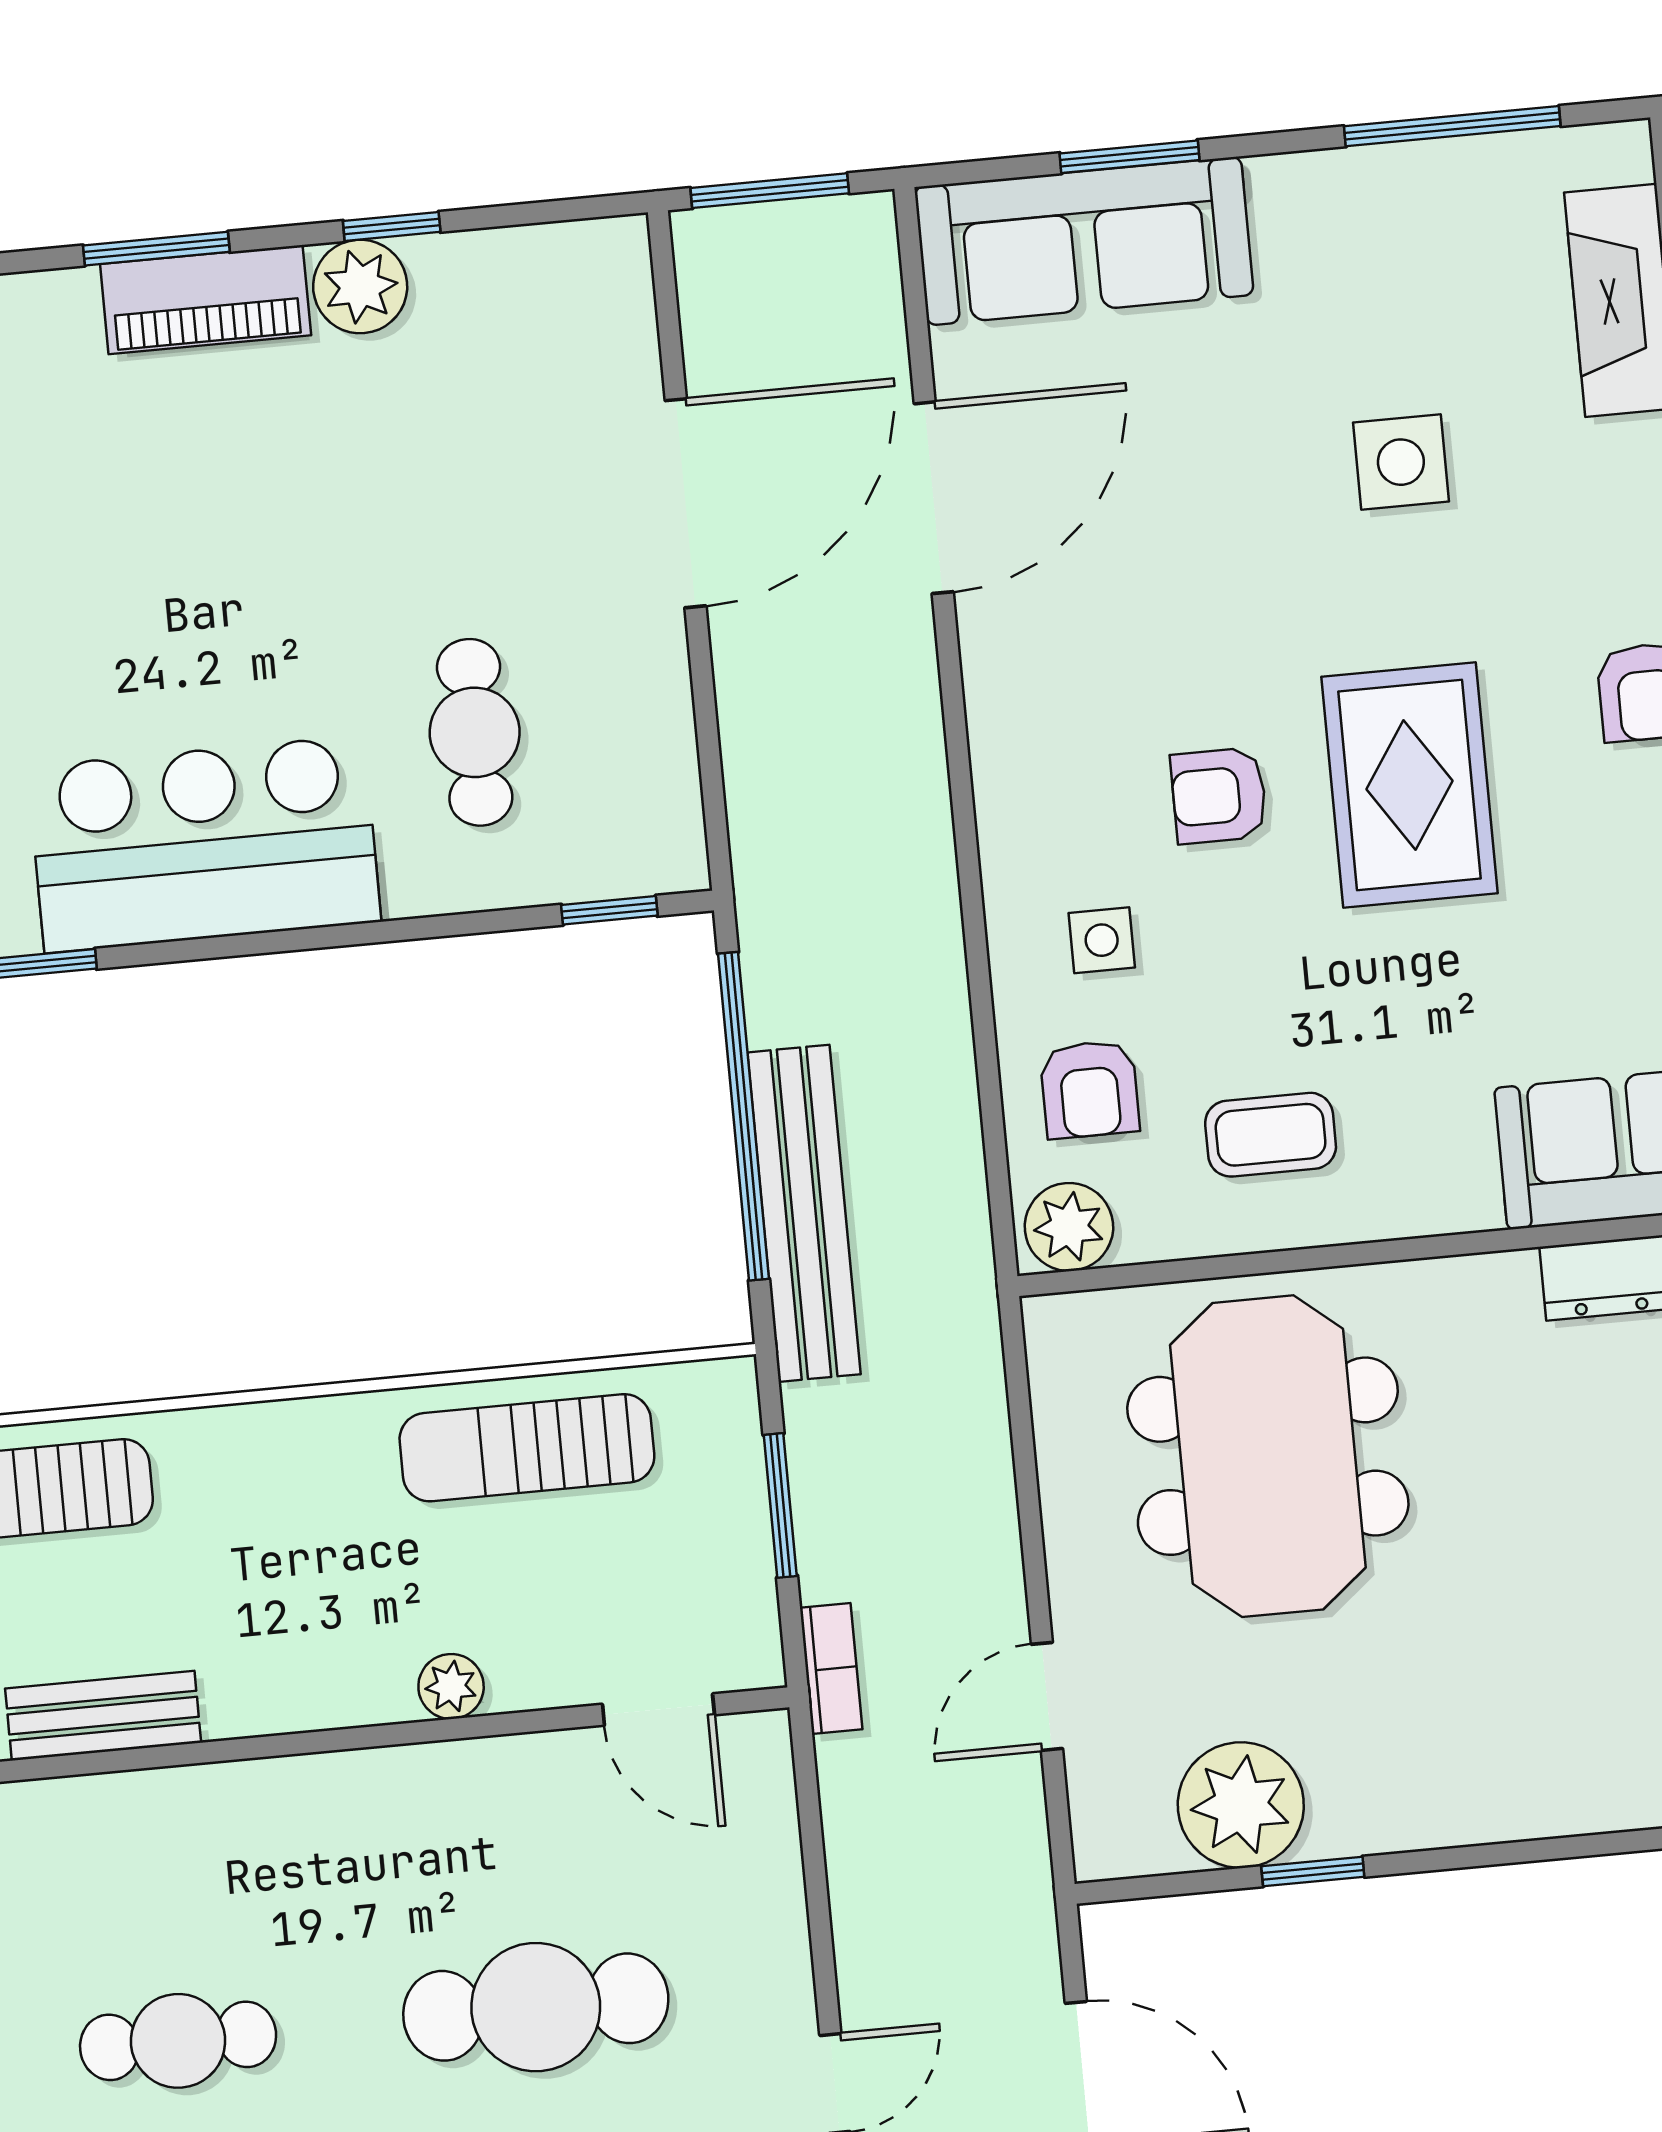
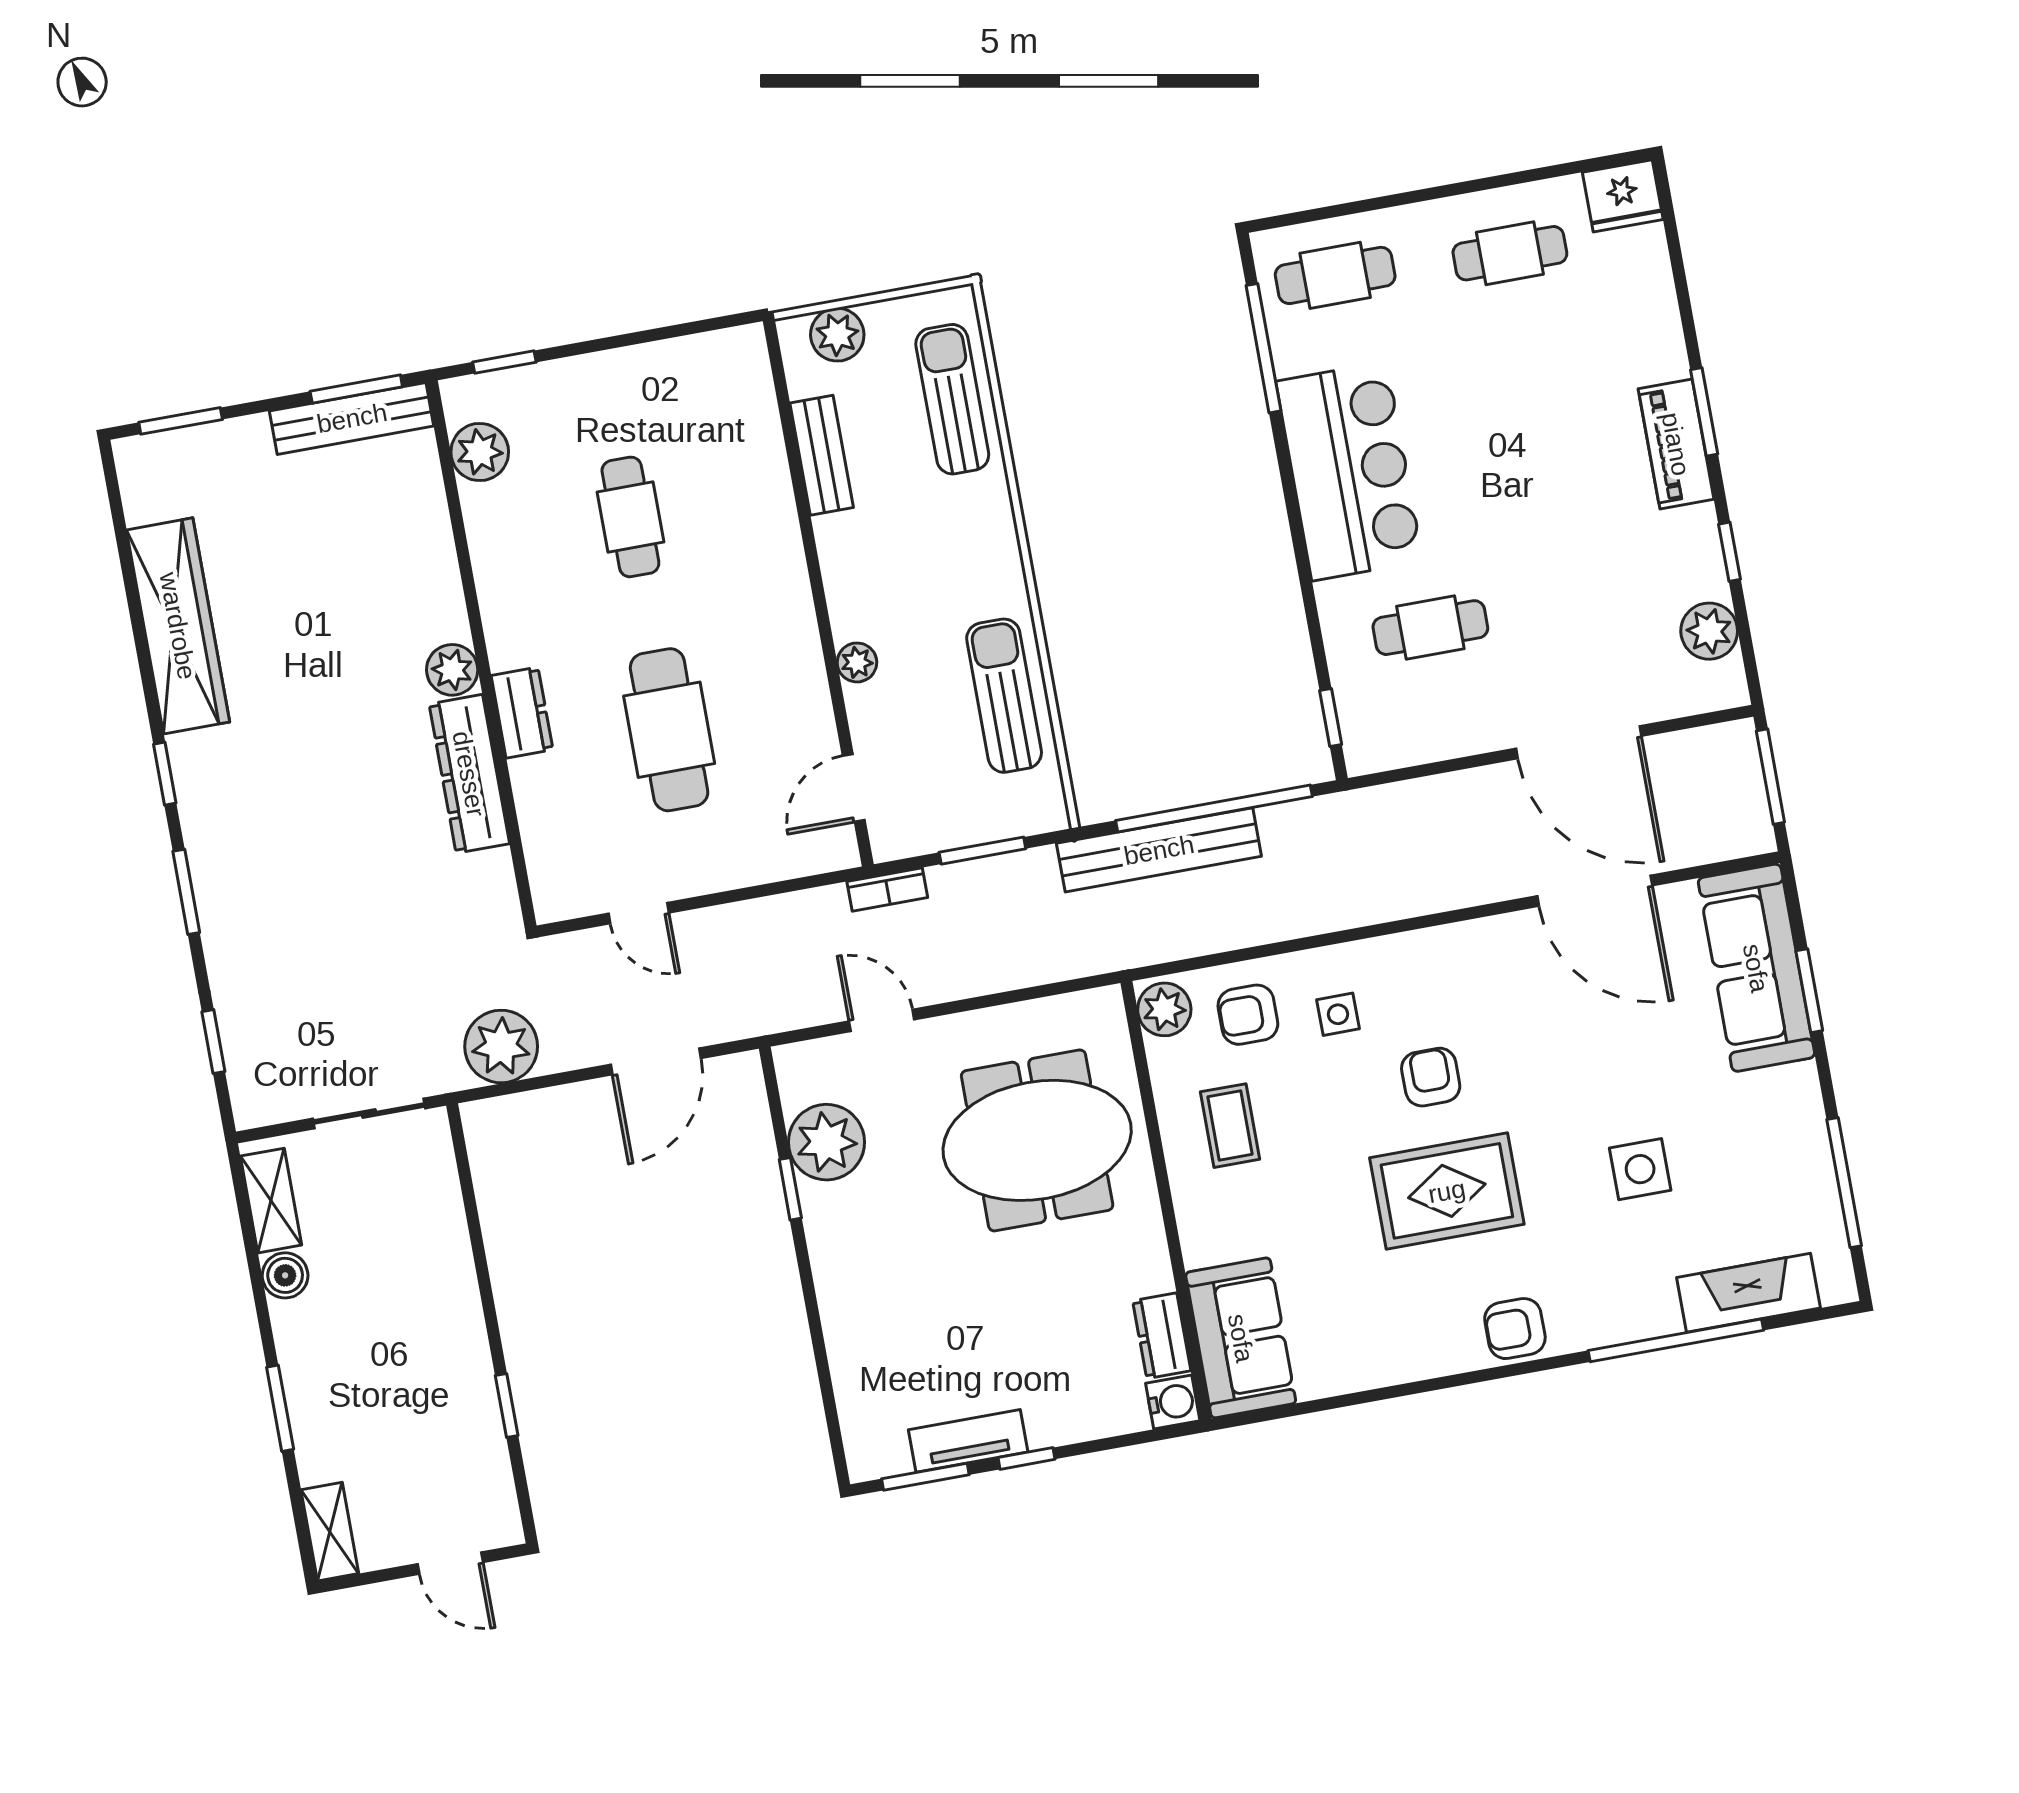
plant: (360, 286) -> (1709, 631), moved

